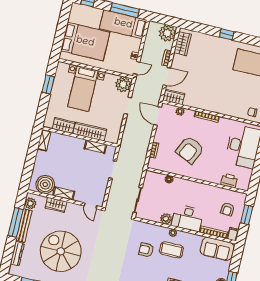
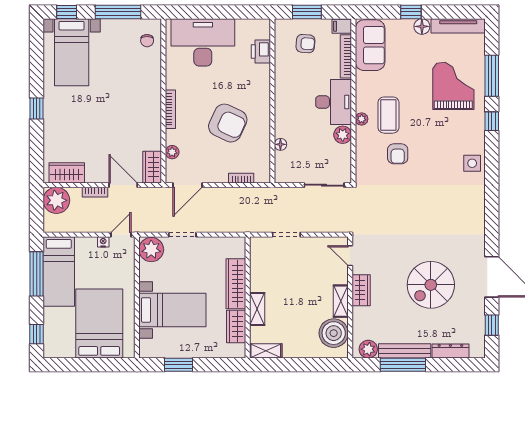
door: (137, 68) -> (121, 235), hinge flipped
shelving: (95, 147) -> (257, 309), moved
wardrobe: (56, 205) -> (361, 290), moved
door: (90, 206) -> (350, 256), swing flipped
spiral stairs: (61, 251) -> (431, 285), width x0.73, depth x0.73

